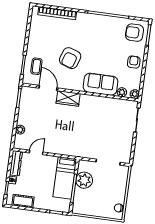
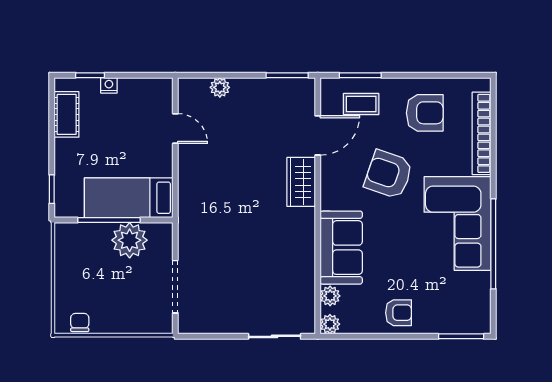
corner sofa: (97, 30) -> (458, 223), added
armchair: (135, 33) -> (425, 113), moved, turned 90
dresser: (16, 163) -> (146, 88), removed

